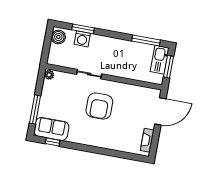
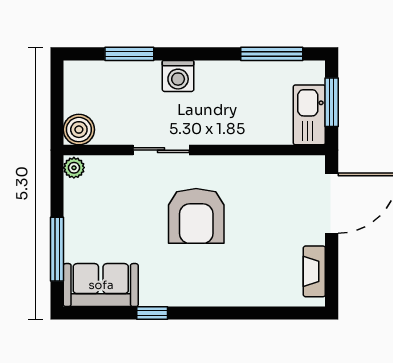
boiler: (58, 37) -> (79, 130), moved
washing machine: (82, 39) -> (178, 76), moved
kitchen sink: (160, 60) -> (309, 115), moved
window: (53, 142) -> (152, 313), moved

